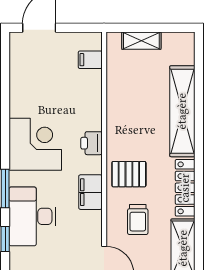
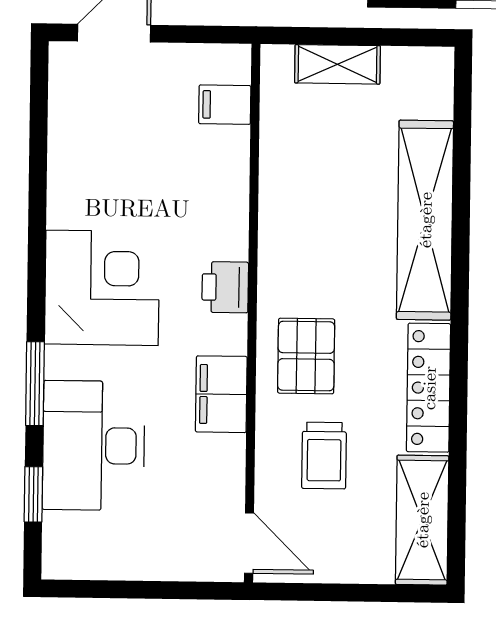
pallet: (129, 174) -> (306, 356), turned 90

